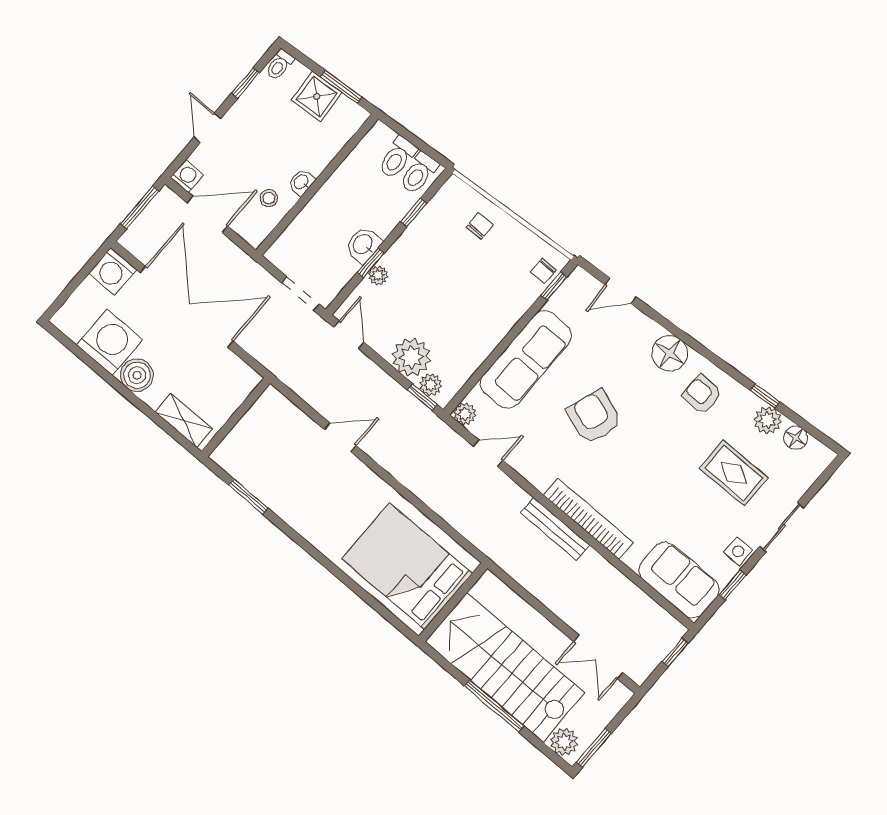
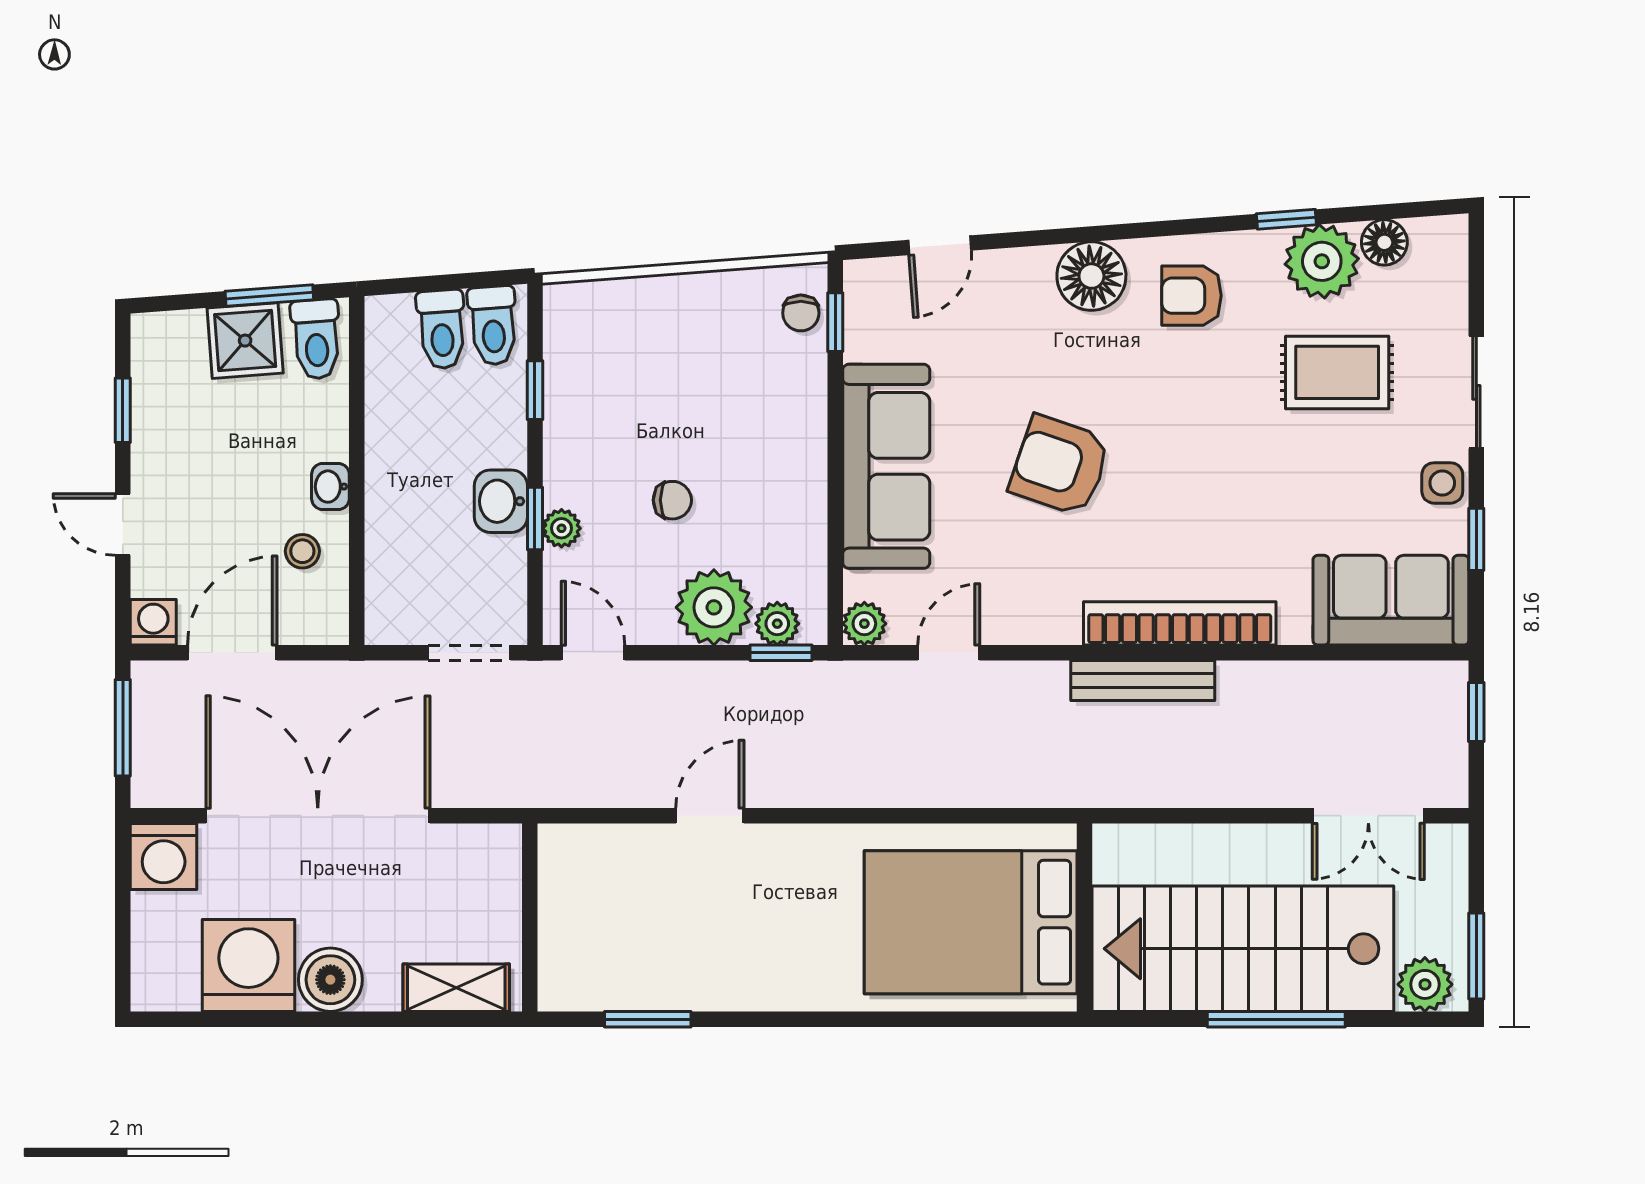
toilet: (280, 65) -> (316, 339), moved, width x1.37, depth x1.39
chair: (480, 226) -> (672, 500), moved, turned 90
plant: (768, 420) -> (1322, 261), width x1.36, depth x1.36

